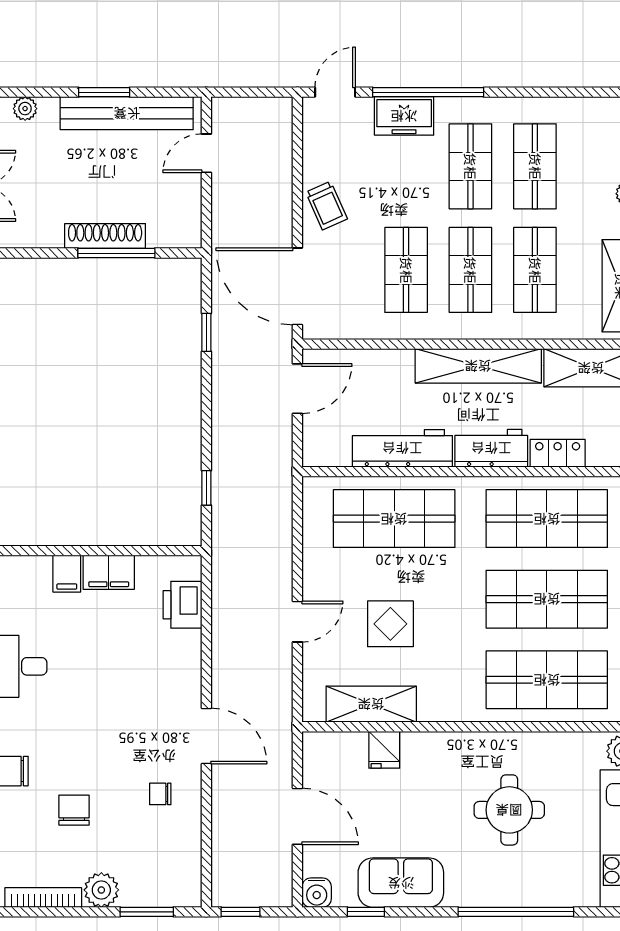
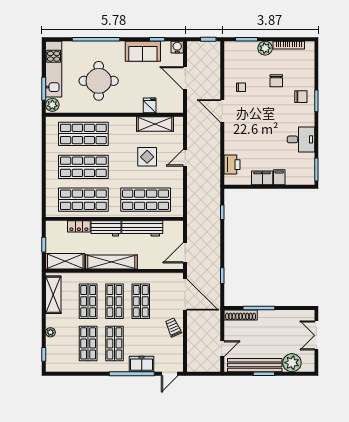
plant: (25, 109) -> (292, 363), width x1.87, depth x1.87
shoe rack: (105, 236) -> (241, 315), moved
round table: (509, 810) -> (99, 81), width x1.36, depth x1.36

